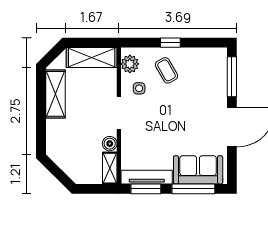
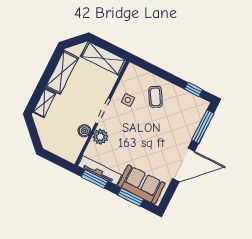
window: (170, 43) -> (193, 89), moved
plant: (130, 64) -> (100, 137), moved
shelving: (110, 168) -> (44, 103), moved
window: (193, 189) -> (131, 197), width x0.69

